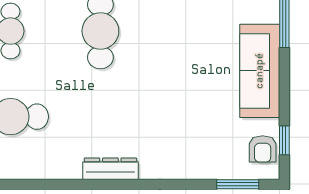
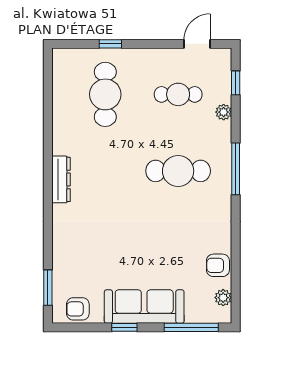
window: (284, 140) -> (124, 327), moved

